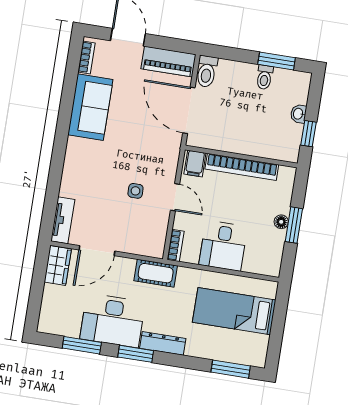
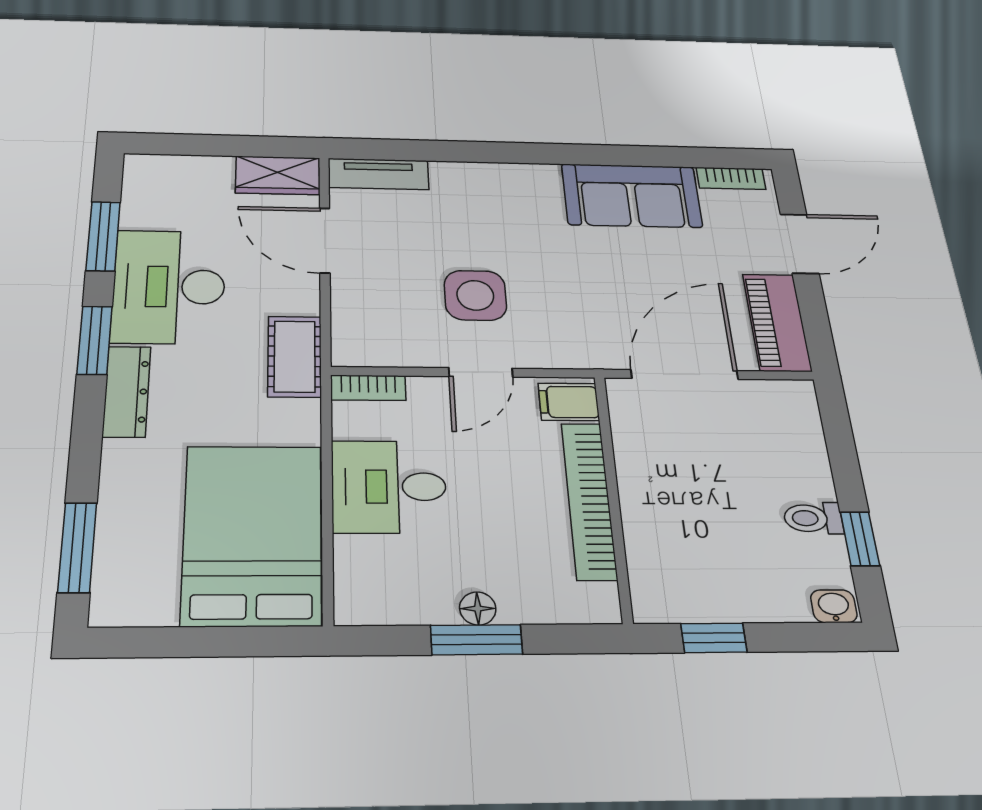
window: (277, 61) -> (860, 539), width x0.67
toilet: (207, 71) -> (783, 398), removed
washbasin: (298, 114) -> (834, 606), moved
side table: (135, 191) -> (475, 295), width x1.87, depth x1.87
bed: (234, 311) -> (253, 534), width x1.50

